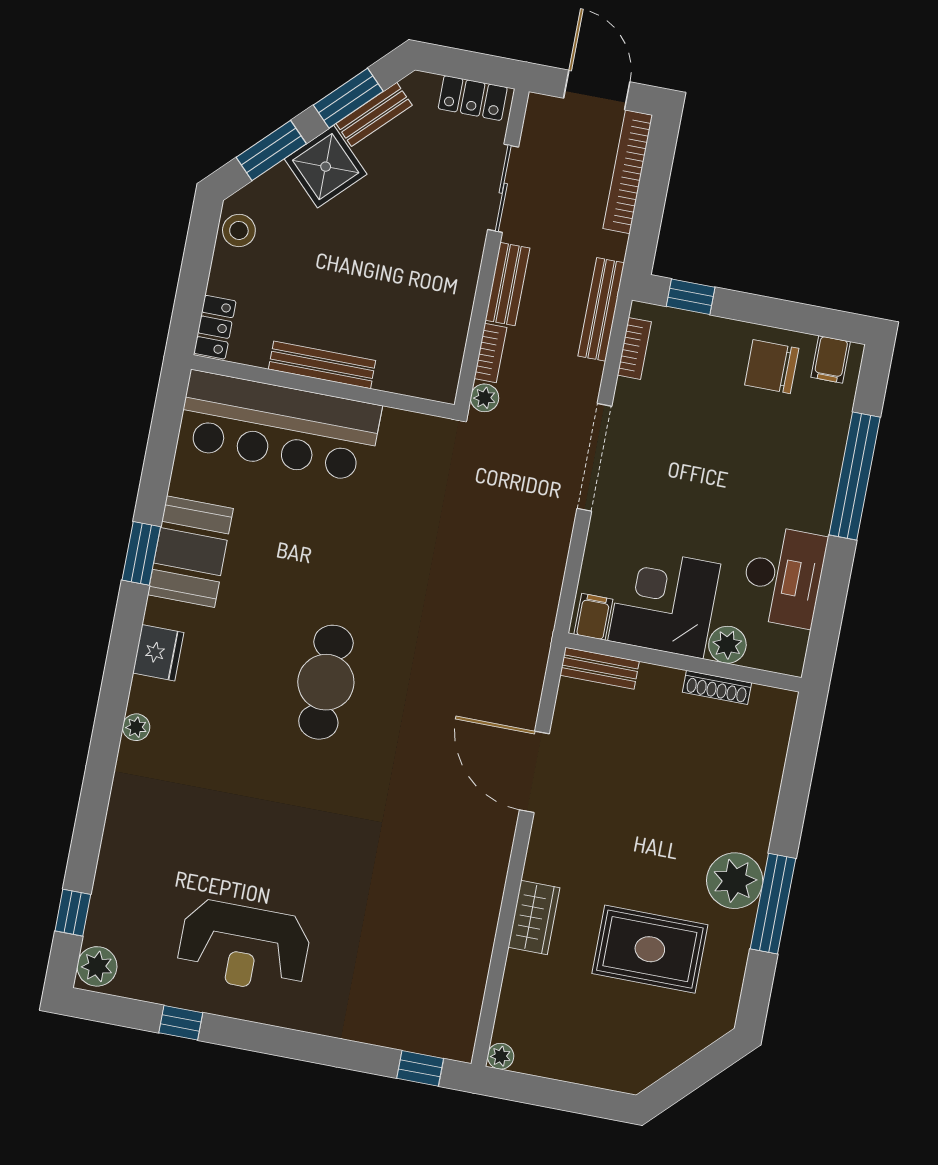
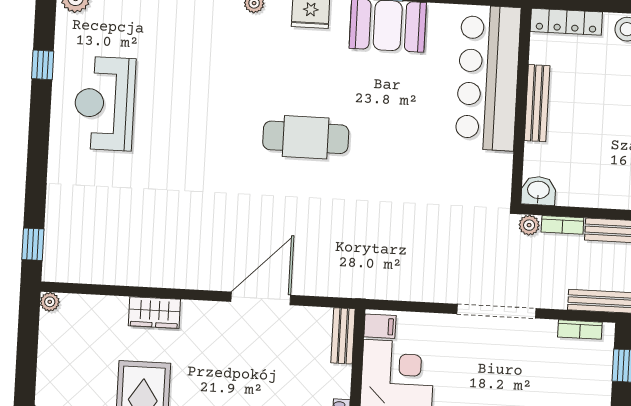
locker: (215, 327) -> (566, 22), width x1.53
washbasin: (440, 379) -> (538, 191), added

